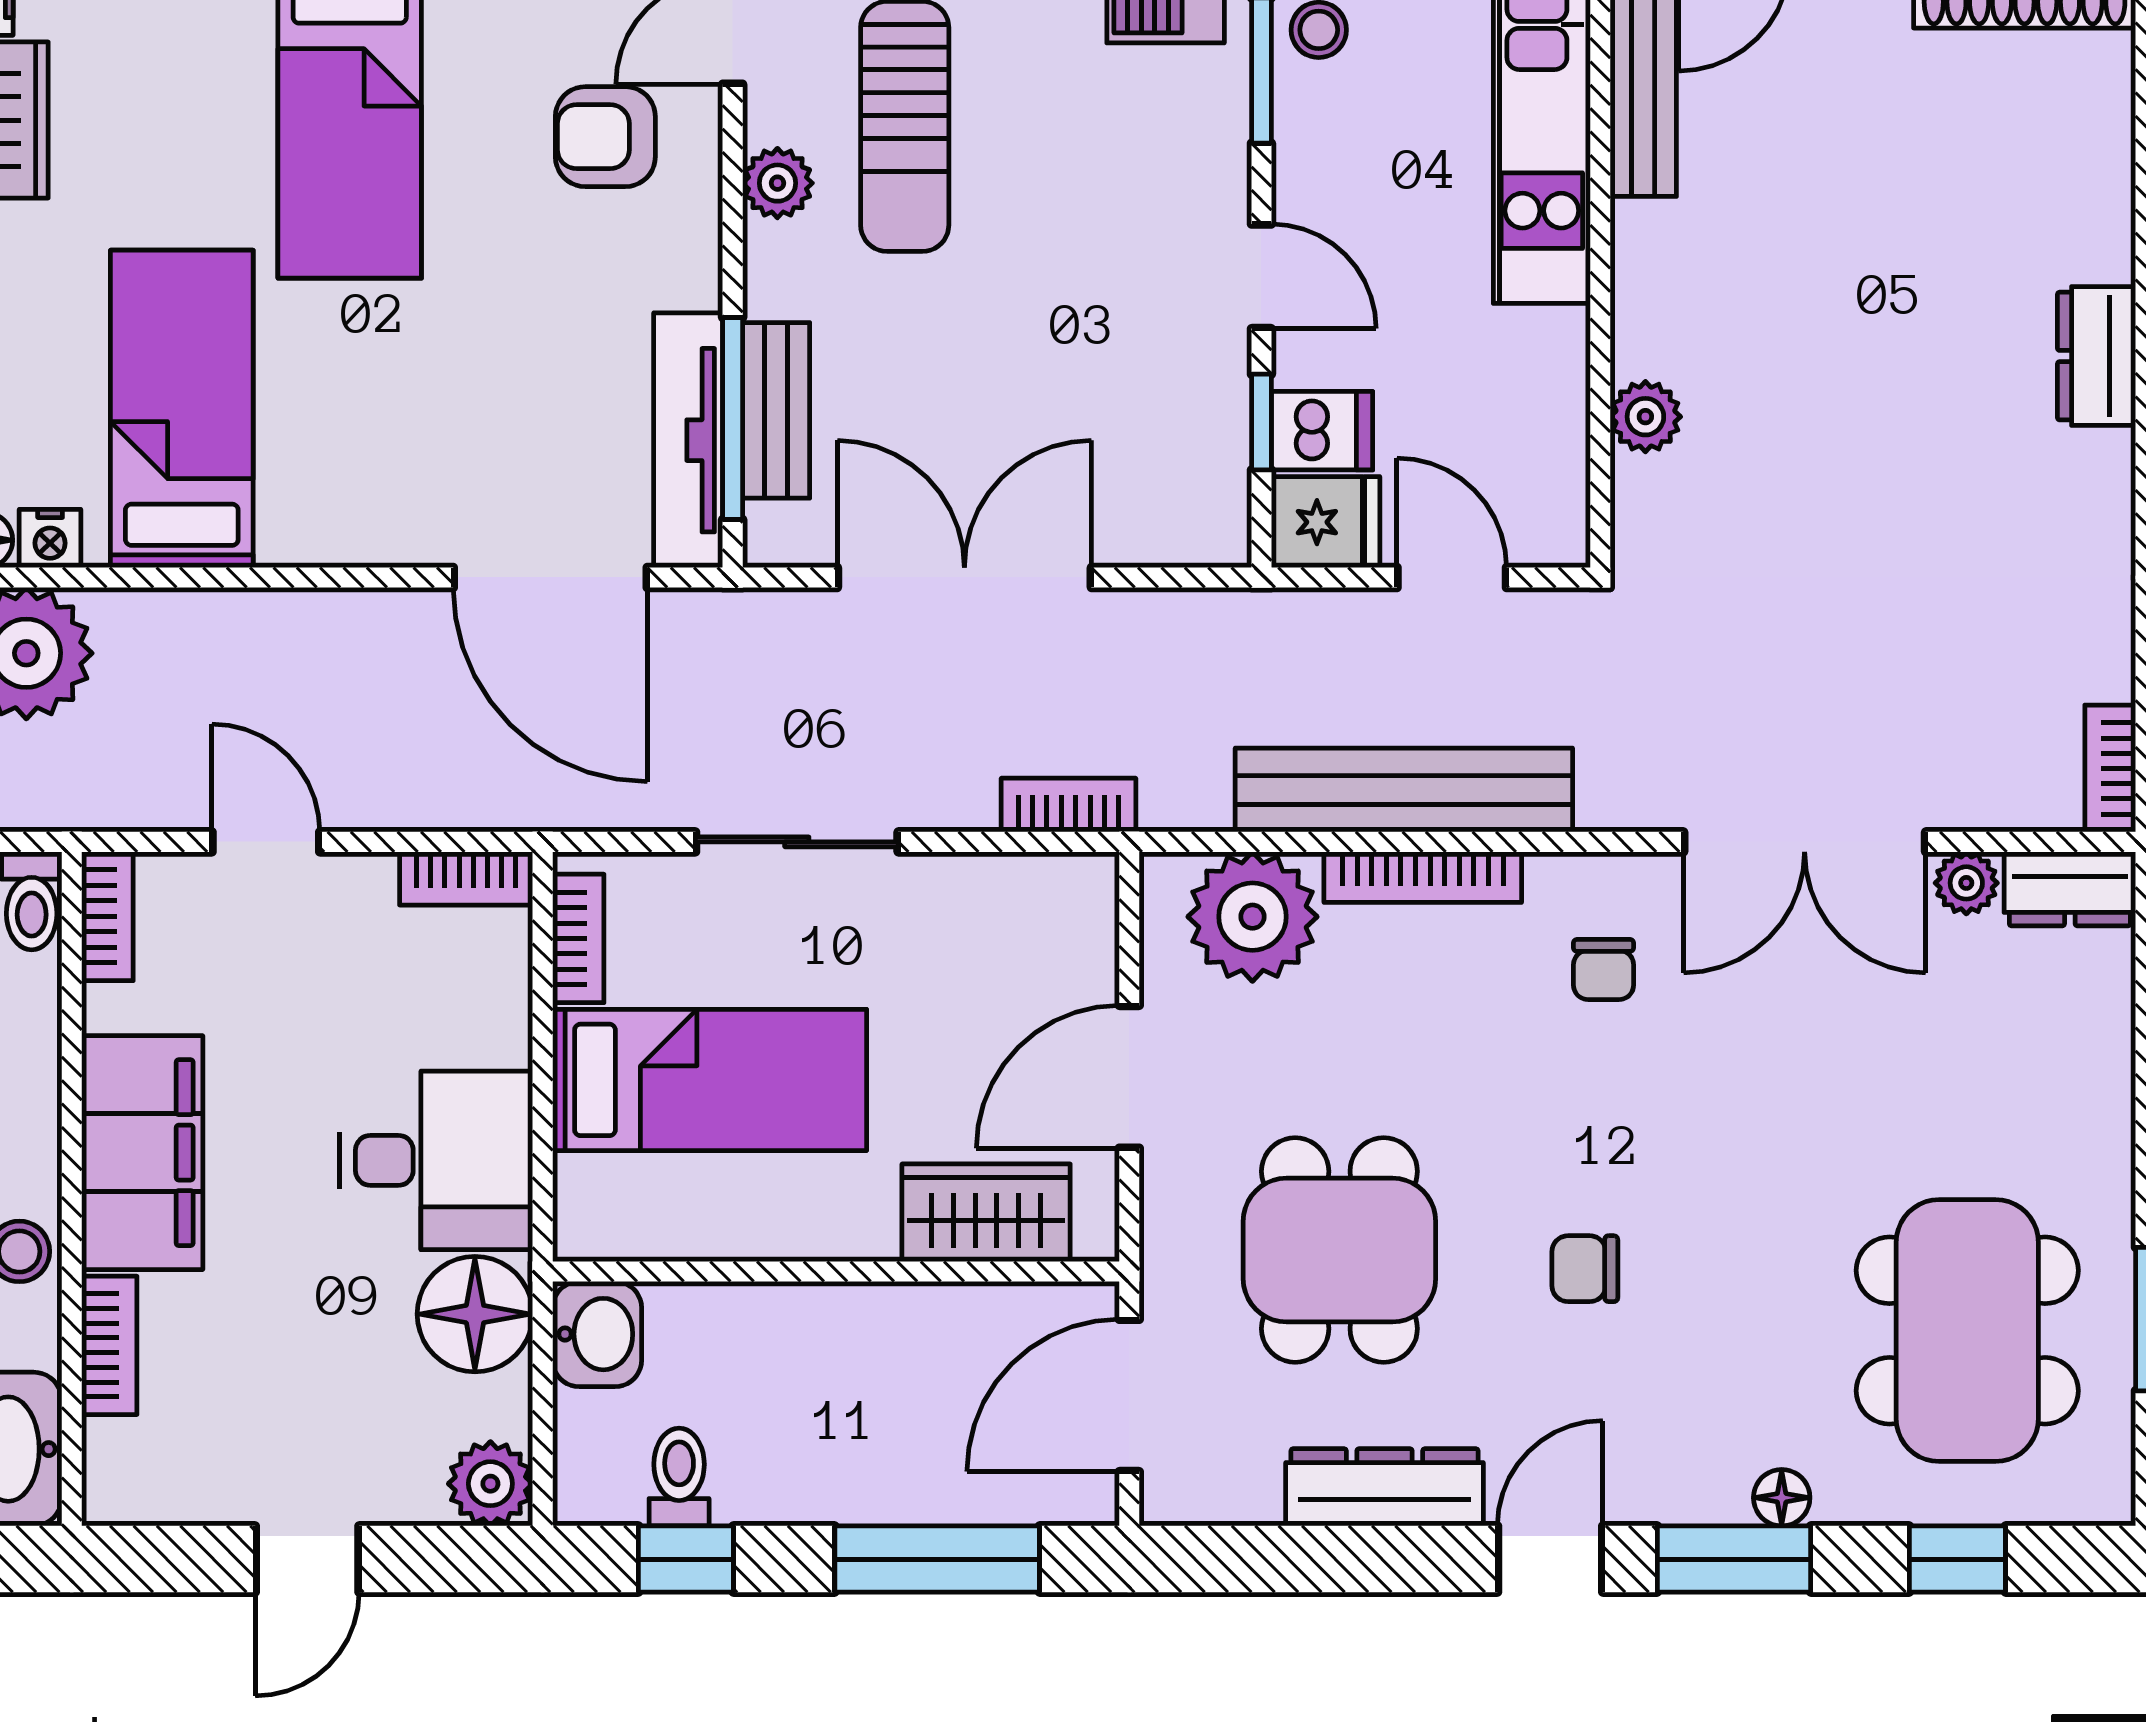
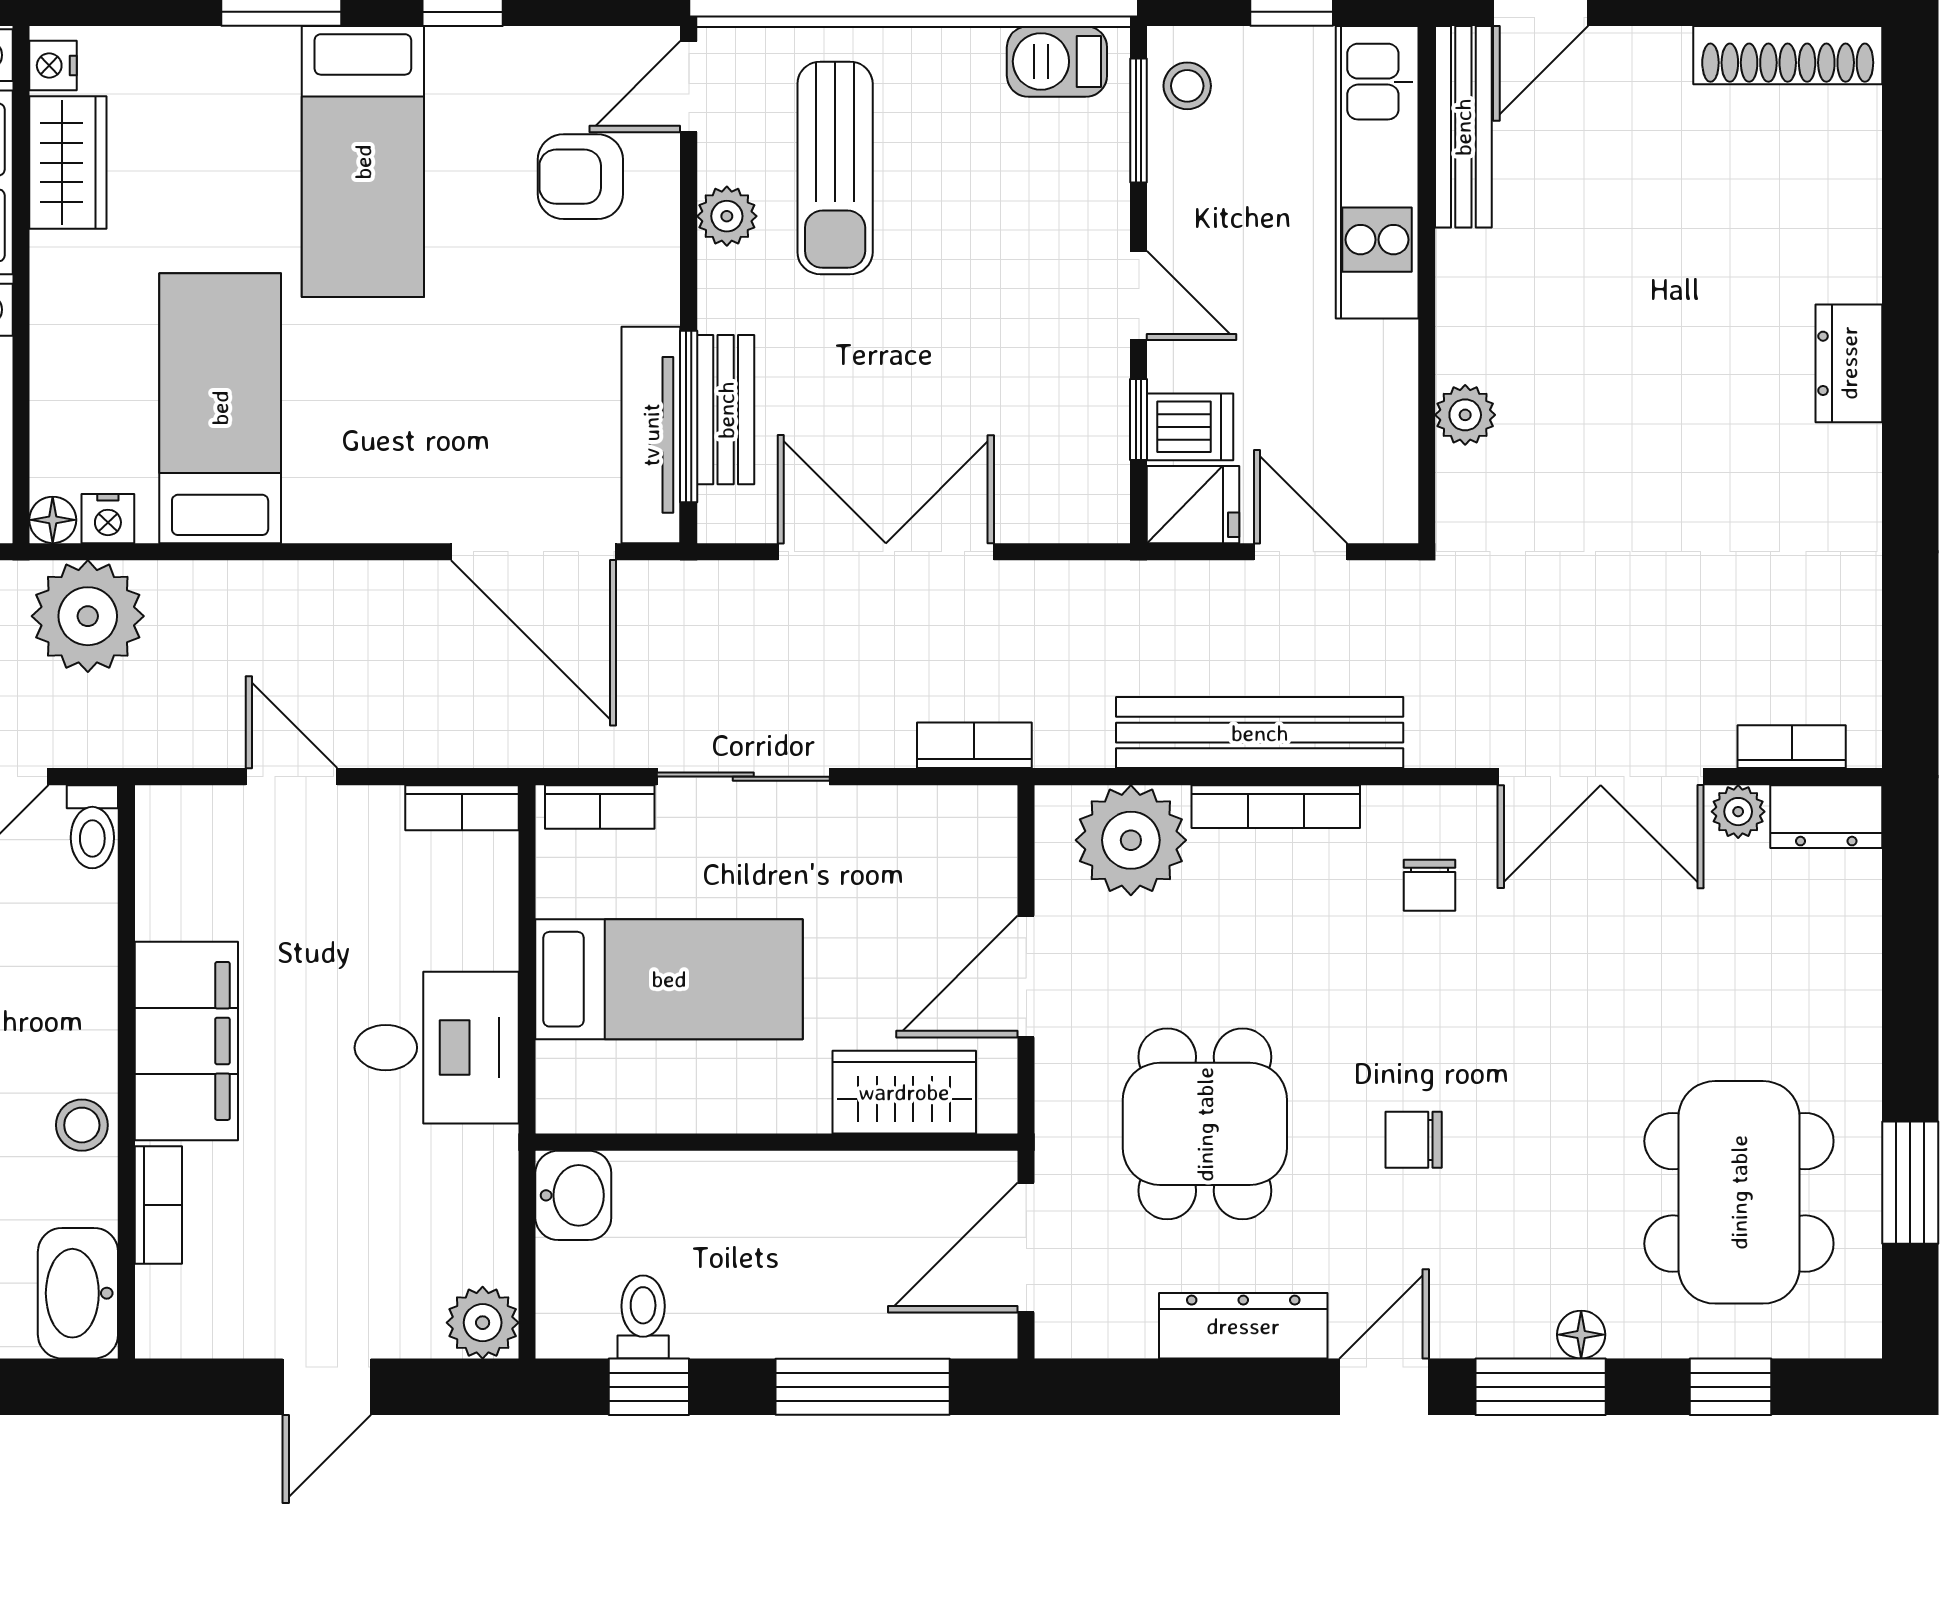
bookcase: (2110, 768) -> (1792, 747), moved, turned 90
bookcase: (107, 916) -> (157, 840), removed
bookcase: (578, 938) -> (600, 807), moved, turned 90
floor lamp: (475, 1314) -> (469, 1178), removed

